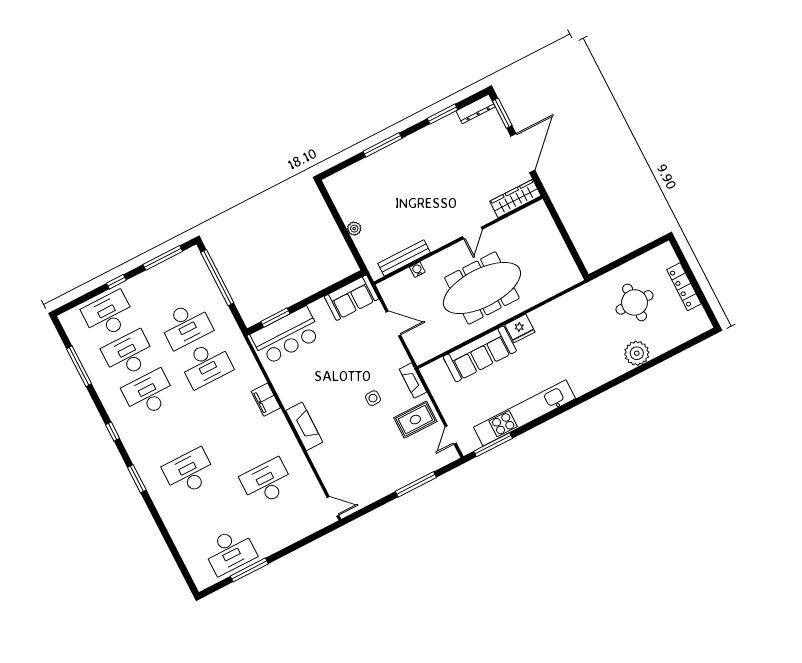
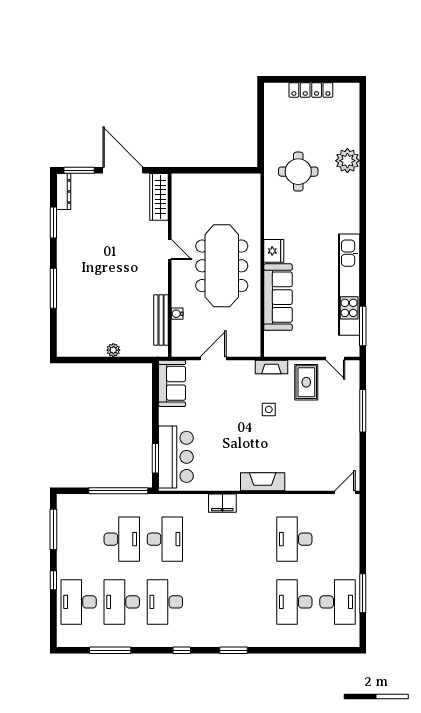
window: (217, 278) -> (118, 491), moved
round table: (635, 302) -> (298, 172), moved
desk: (189, 472) -> (294, 602), moved

